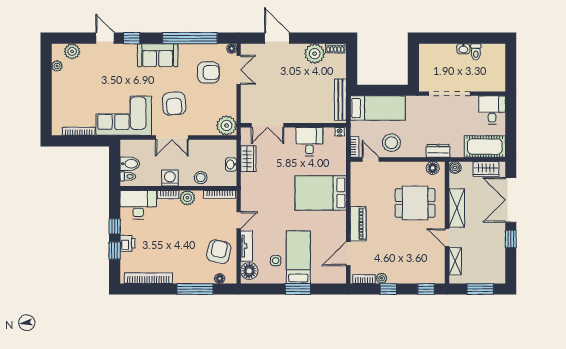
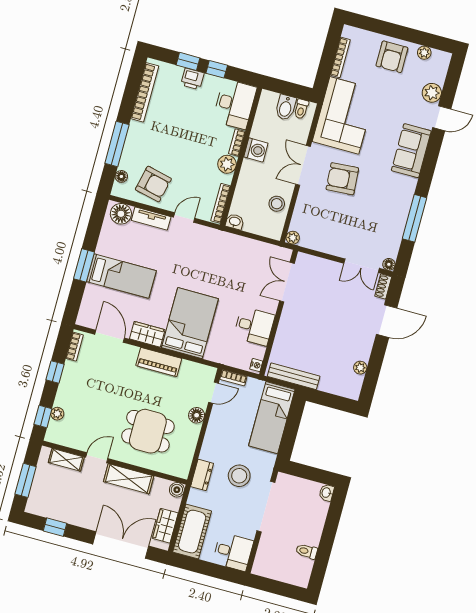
window: (132, 38) -> (433, 150), removed
window: (190, 38) -> (415, 218), width x0.68
shoe rack: (335, 48) -> (383, 286), moved
washbasin: (463, 49) -> (326, 493), moved
plant: (72, 51) -> (432, 93), moved
plant: (315, 54) -> (360, 368), width x0.53, depth x0.53
sofa: (158, 55) -> (411, 151), moved
armchair: (208, 72) -> (392, 57), moved
plant: (227, 125) -> (293, 238), width x0.53, depth x0.53
stool: (391, 143) -> (239, 476), moved
wardrobe: (248, 159) -> (147, 334), moved, turned 180
washbasin: (231, 164) -> (235, 222), moved
floor lamp: (433, 168) -> (197, 415), moved
toilet: (128, 176) -> (301, 109), moved
stool: (201, 178) -> (277, 204), moved
dining table: (415, 203) -> (148, 431), turned 90
door: (239, 220) -> (184, 218), swing flipped
piano: (358, 224) -> (159, 362), moved
window: (511, 239) -> (55, 527), moved
side table: (276, 261) -> (125, 248), removed
plant: (382, 278) -> (57, 414), moved

